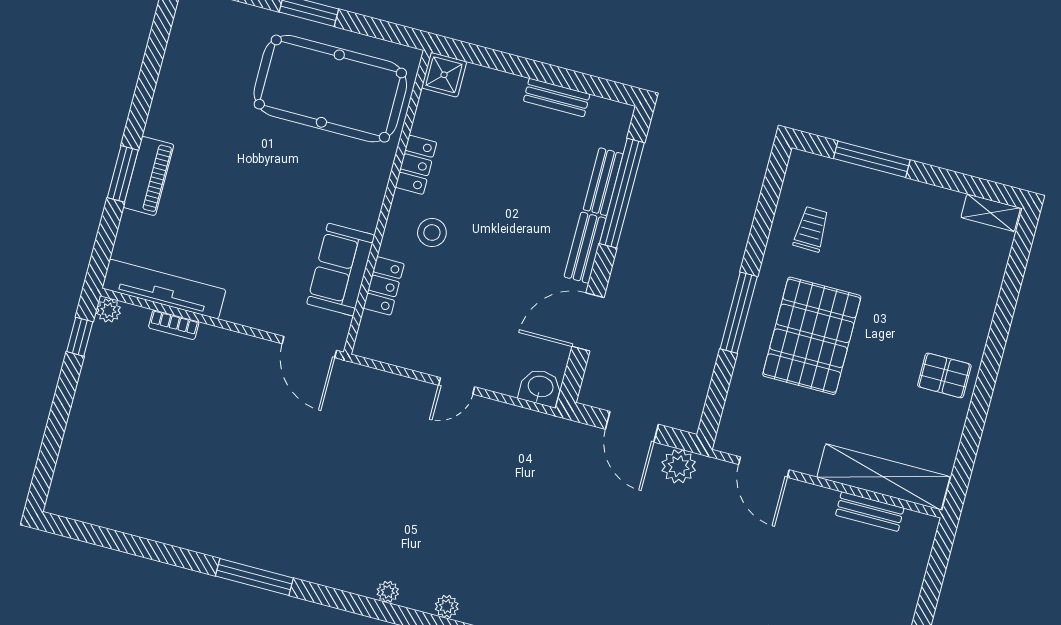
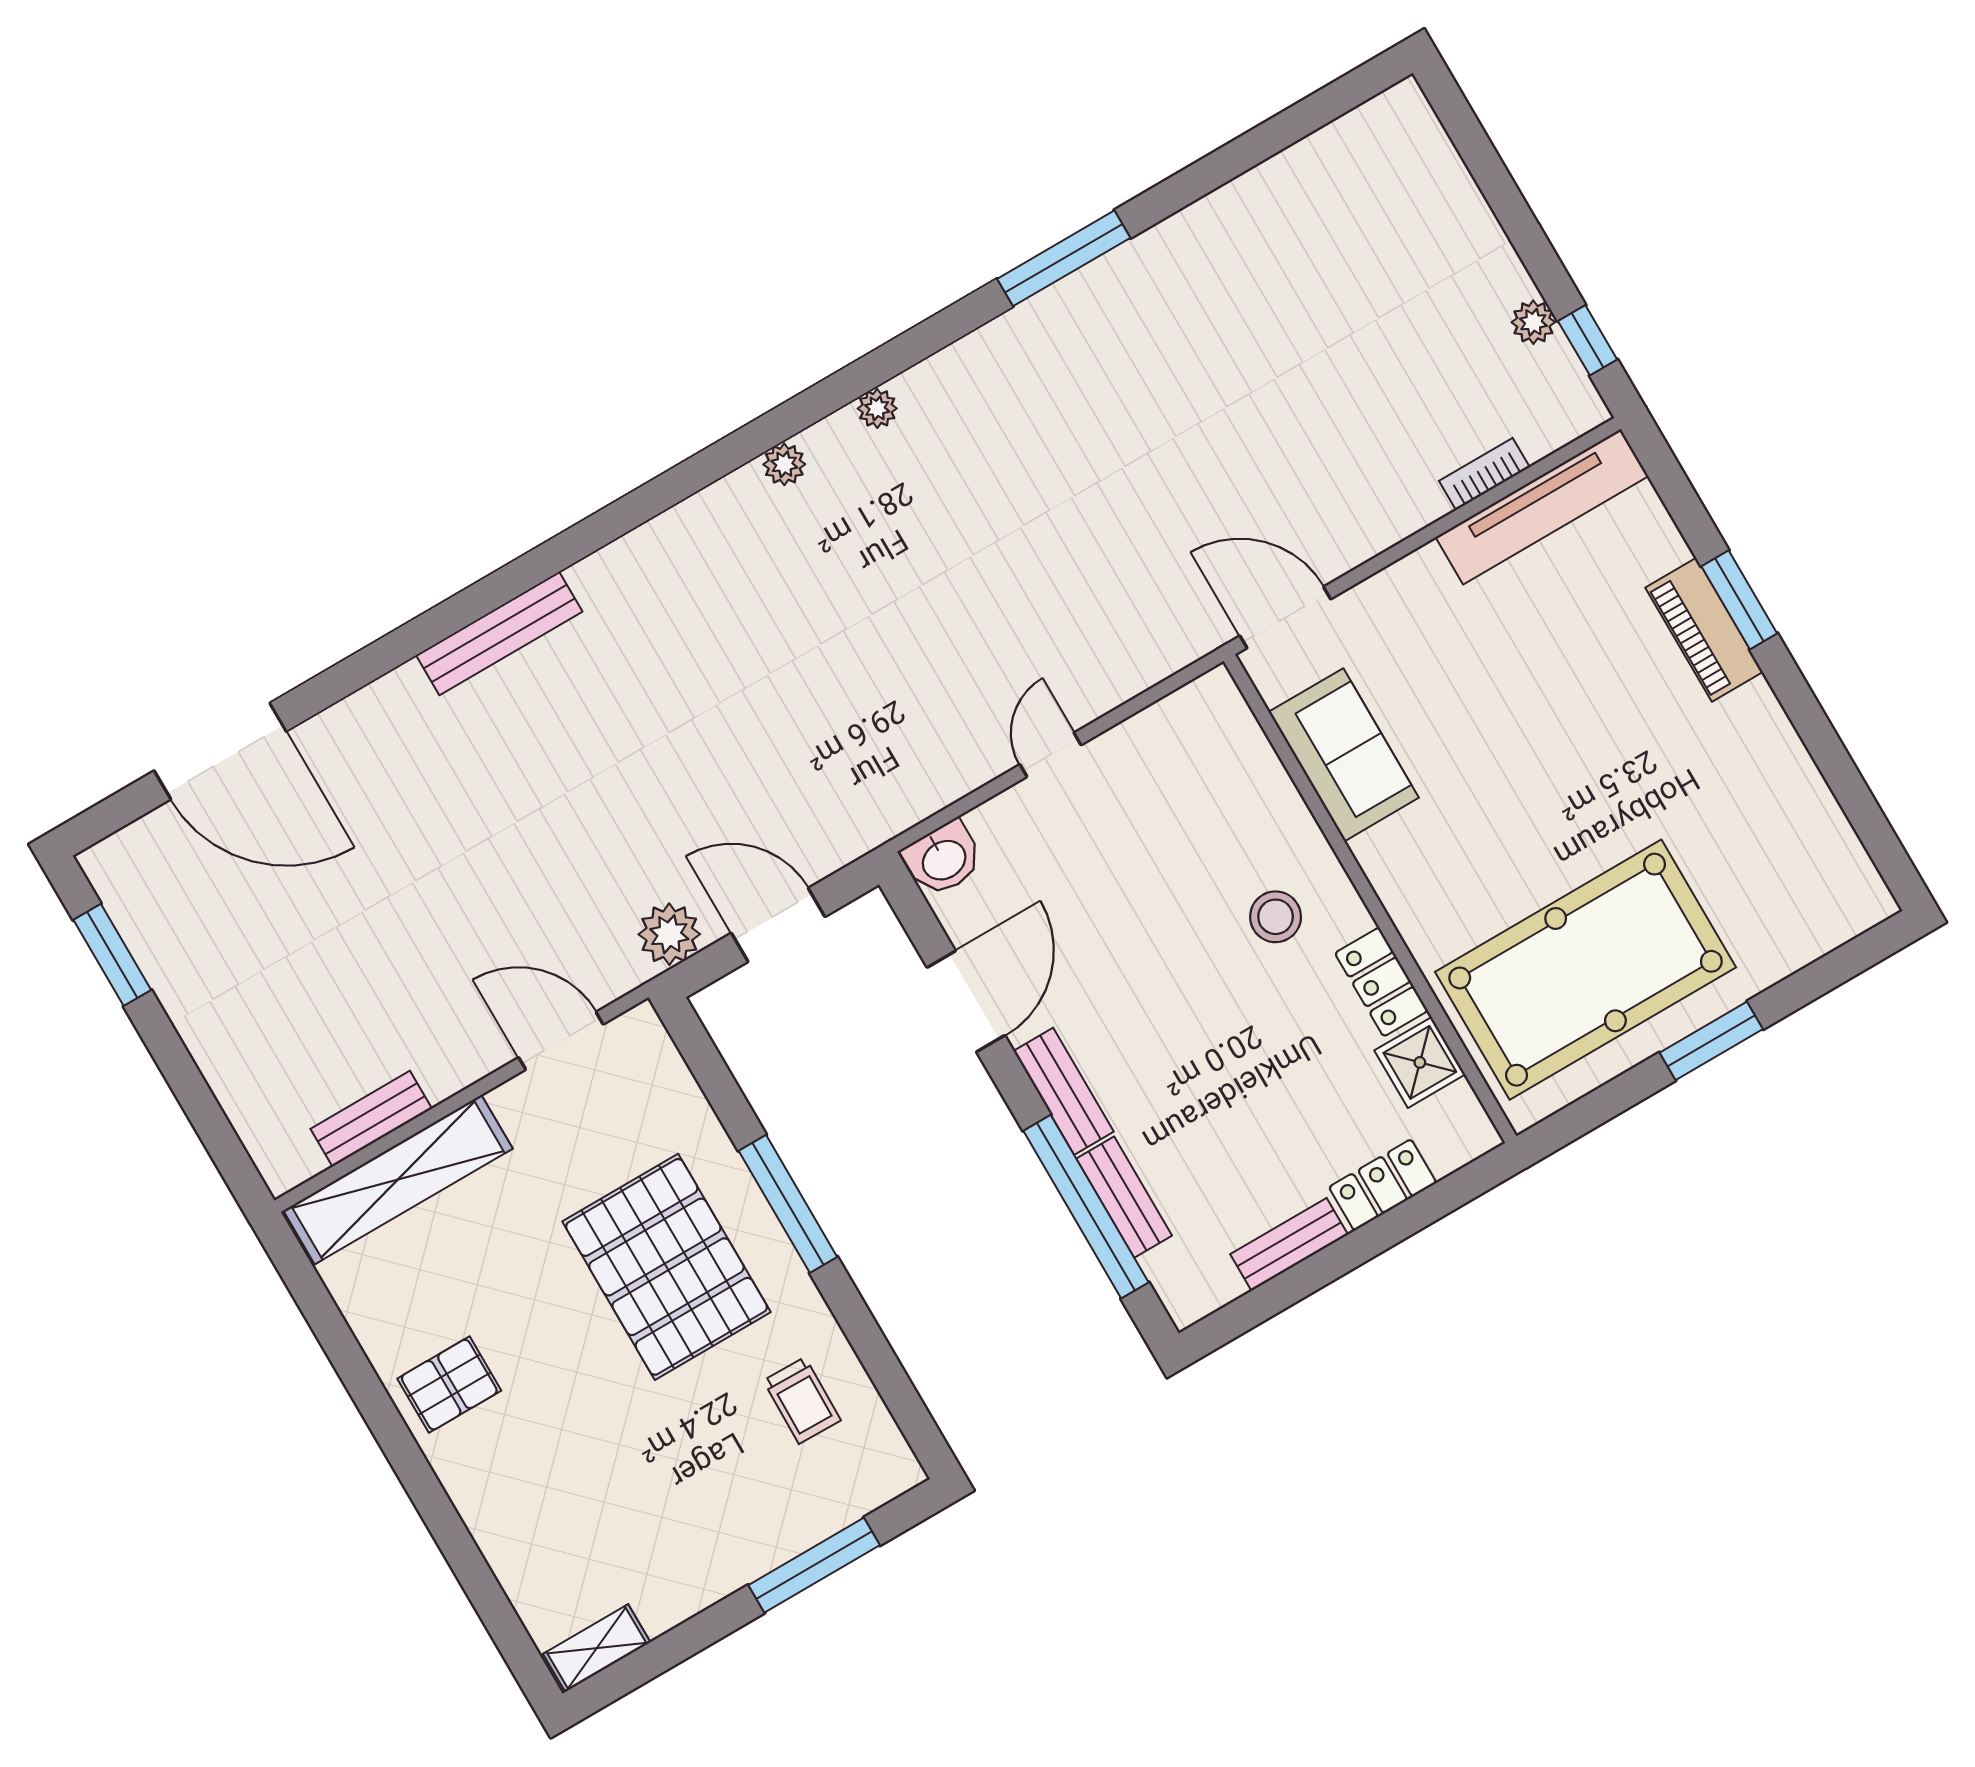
shower: (444, 75) -> (1420, 1062), moved
locker: (384, 286) -> (1383, 1185), moved, turned 90
plant: (109, 310) -> (1533, 322), moved

